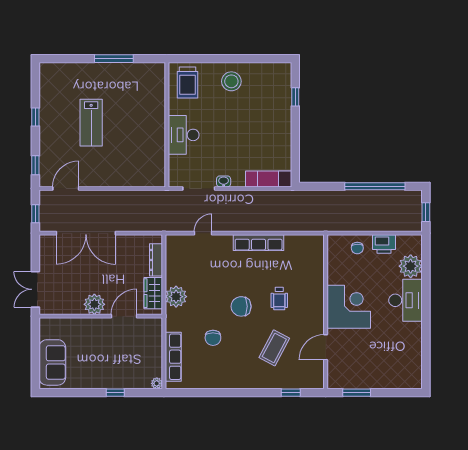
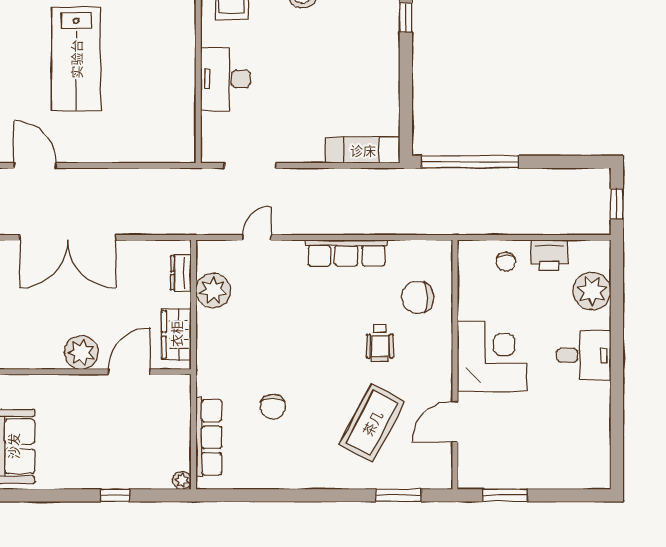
lab bench: (91, 123) -> (76, 59), width x1.36, depth x1.39
washbasin: (224, 181) -> (290, 154), removed
window: (375, 186) -> (470, 162), moved
door: (66, 188) -> (35, 165), hinge flipped
dresser: (156, 260) -> (181, 273), width x0.70
plant: (176, 297) -> (213, 291), moved
desk: (406, 300) -> (584, 355), width x0.73
chair: (241, 306) -> (417, 297), moved
coffee table: (274, 348) -> (372, 423), width x1.36, depth x1.32
window: (291, 393) -> (398, 495), width x1.50

